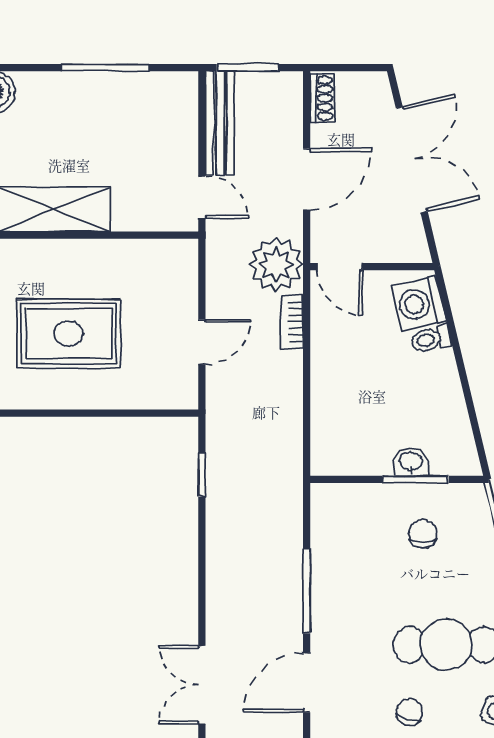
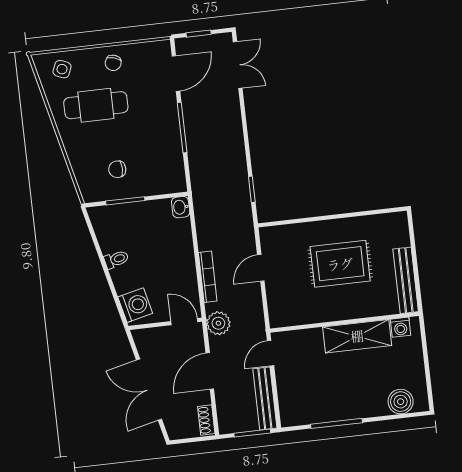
door: (202, 197) -> (271, 353), hinge flipped
plant: (276, 265) -> (218, 323), width x0.73, depth x0.73
bookcase: (292, 322) -> (208, 277), width x1.56
toilet: (431, 339) -> (116, 259), moved
washbasin: (411, 462) -> (181, 207), moved, turned 90
chair: (423, 534) -> (117, 169), turned 90

